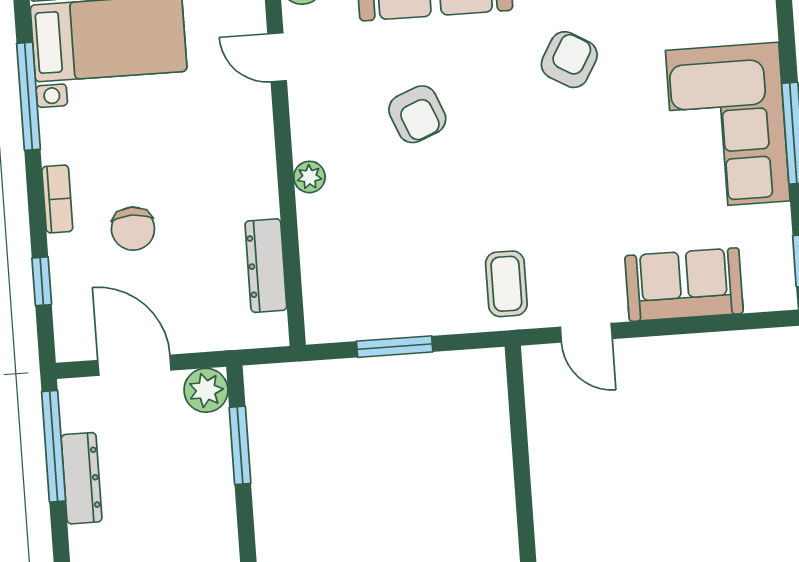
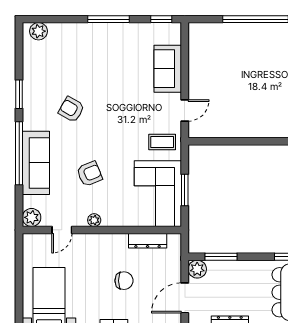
corner sofa: (728, 126) -> (158, 194), moved, turned 90
plant: (309, 177) -> (94, 220), moved
chair: (133, 229) -> (124, 281), moved

